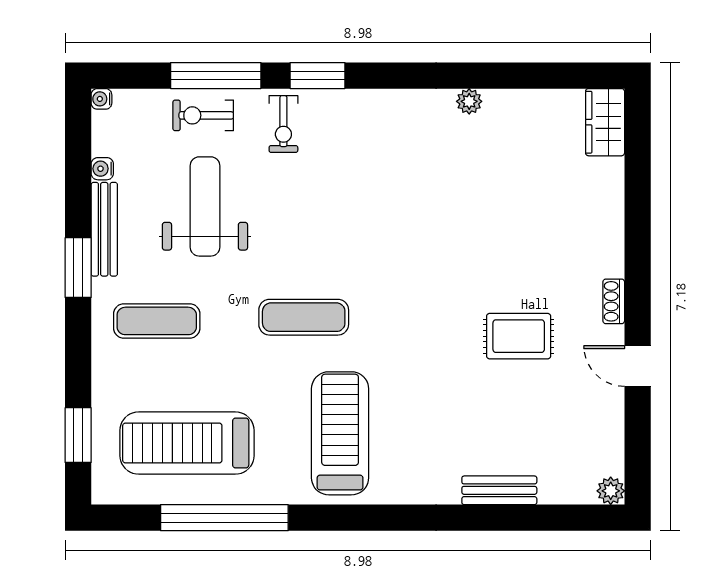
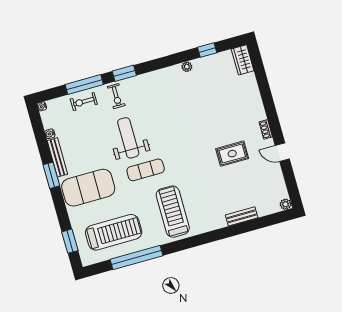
window: (528, 76) -> (207, 50), added
weight bench: (205, 206) -> (128, 138), moved
exercise mat: (157, 321) -> (88, 188), width x2.00, depth x1.45
treadmill: (187, 443) -> (114, 232), turned 180

